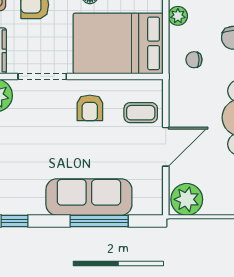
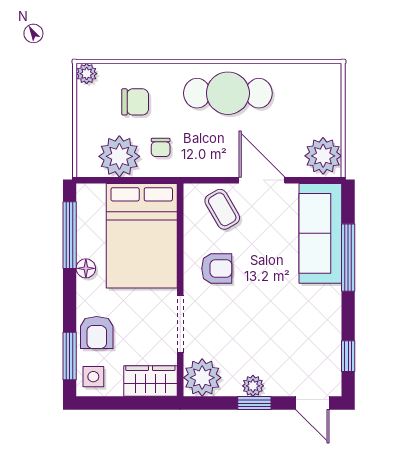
plant: (178, 16) -> (119, 156), width x1.88, depth x1.88
coffee table: (141, 113) -> (222, 209), turned -30
sofa: (89, 197) -> (320, 233), moved

